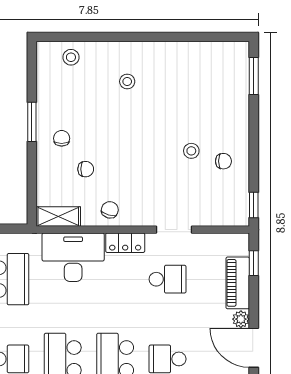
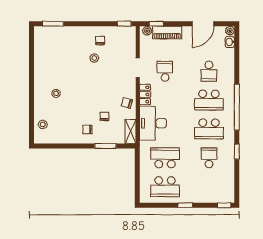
window: (32, 122) -> (105, 146), moved
plant: (241, 319) -> (147, 31), moved

